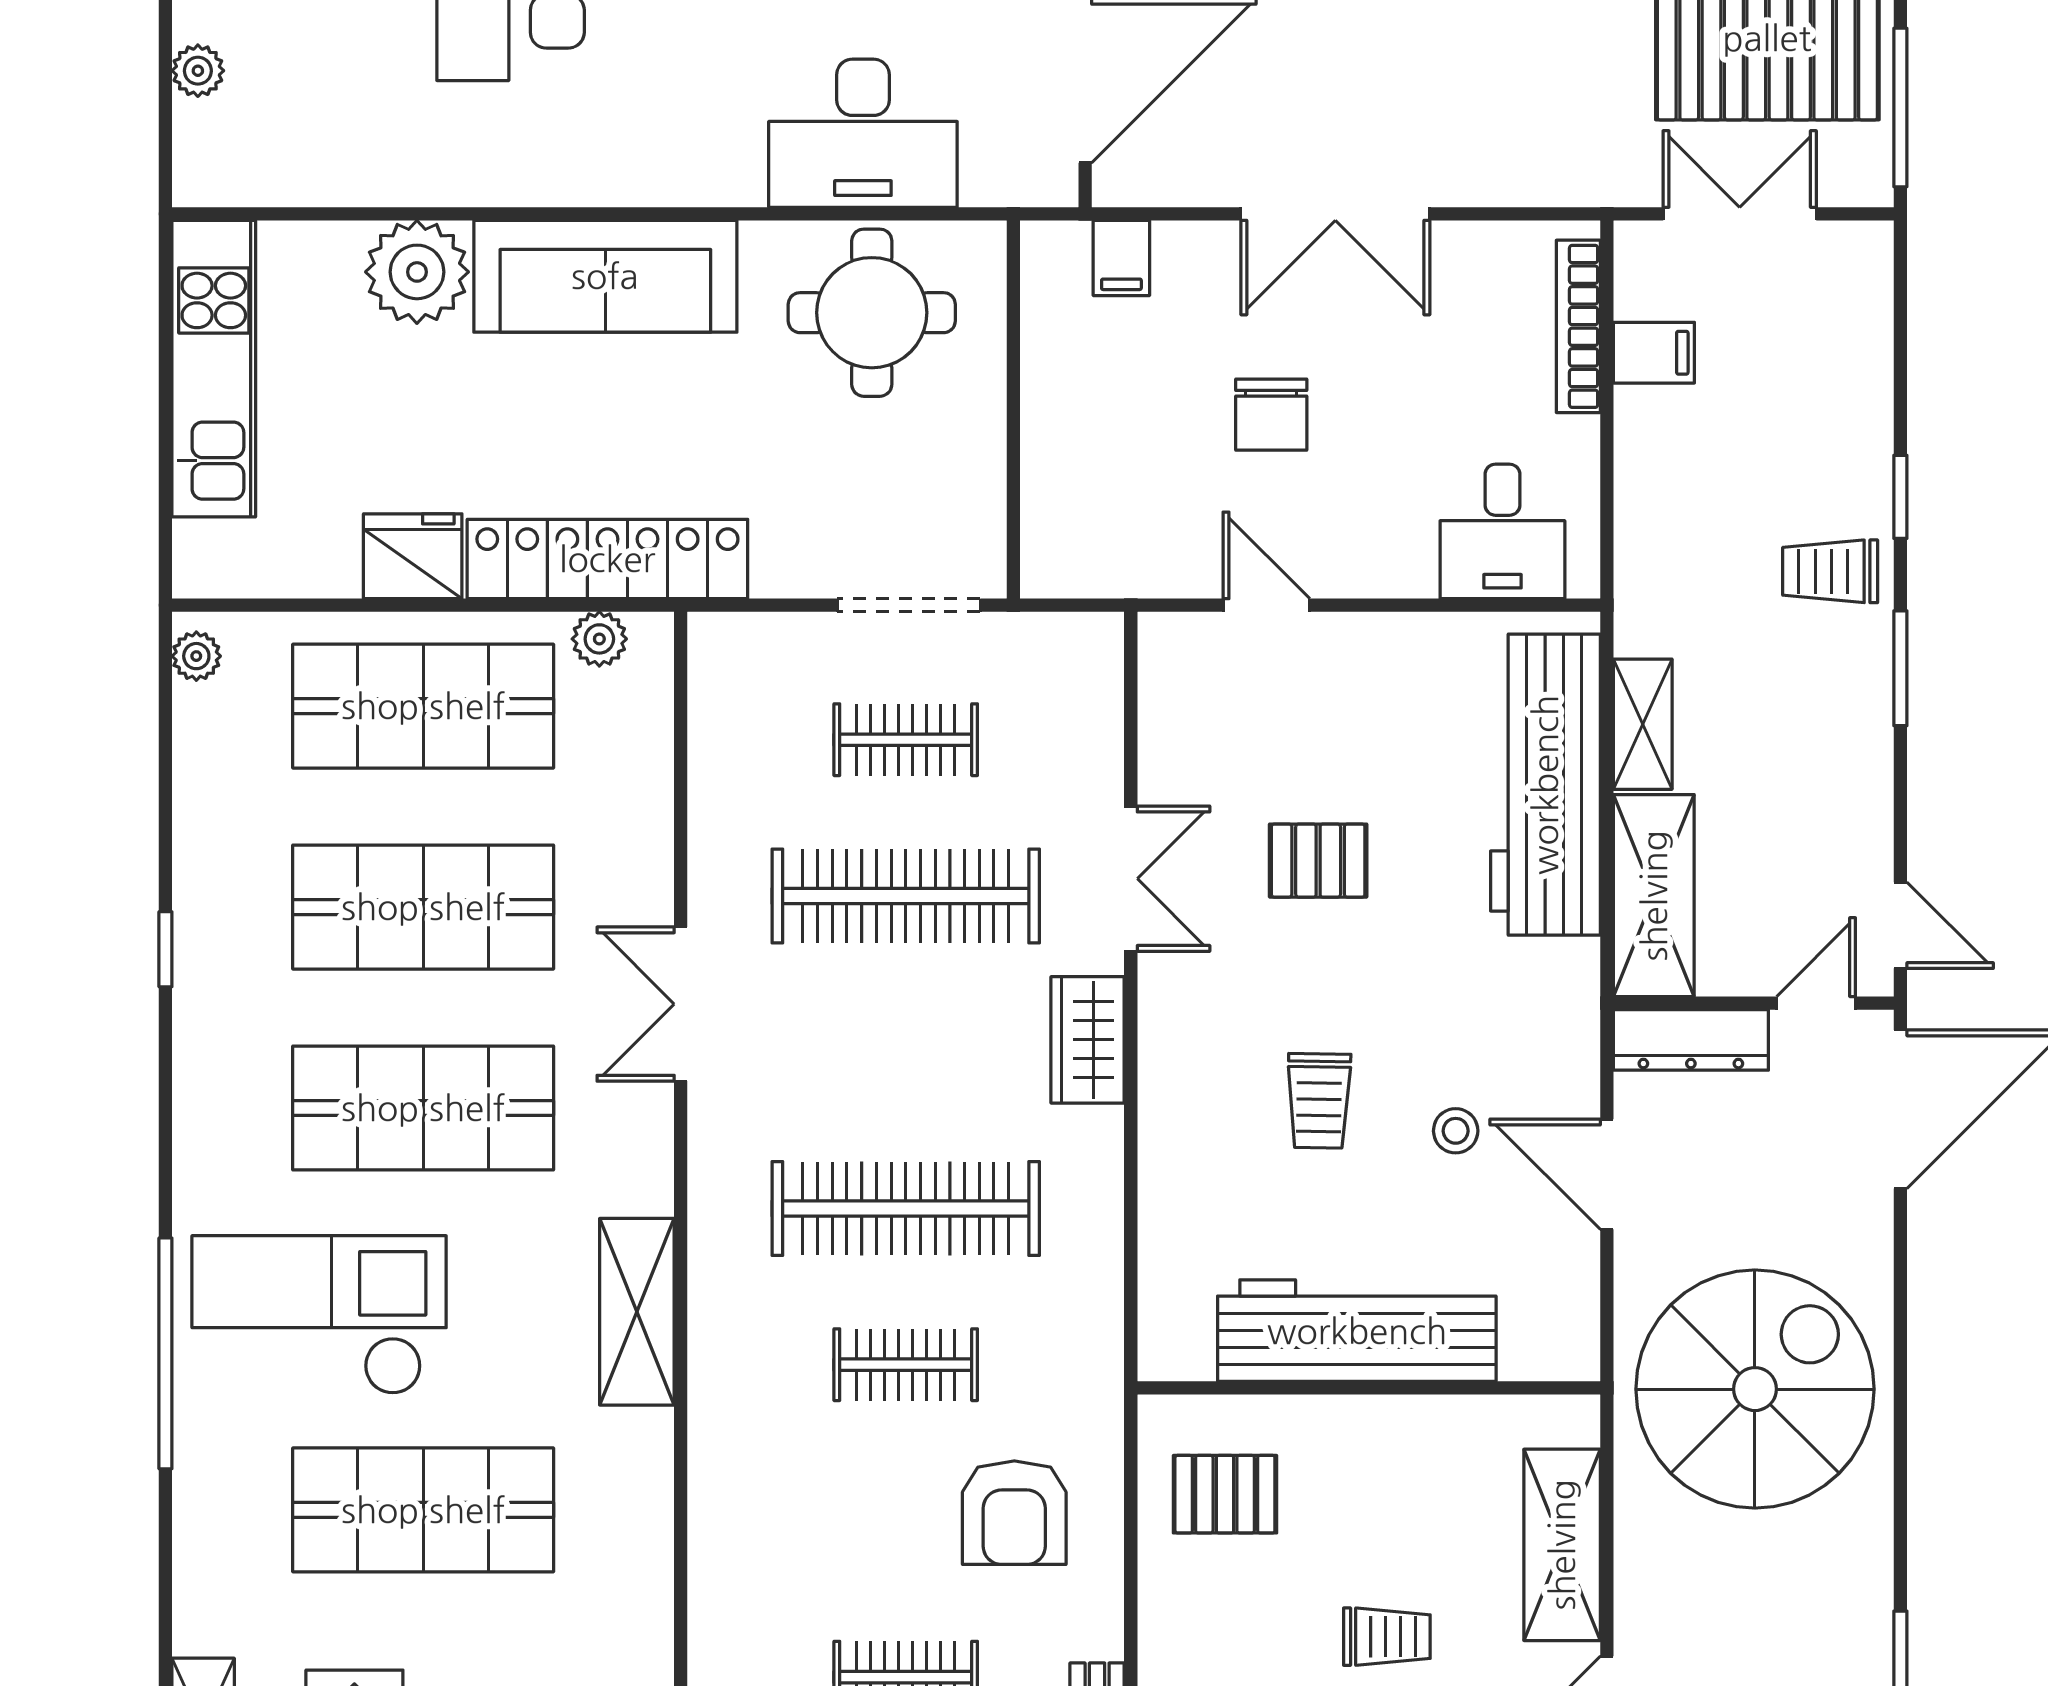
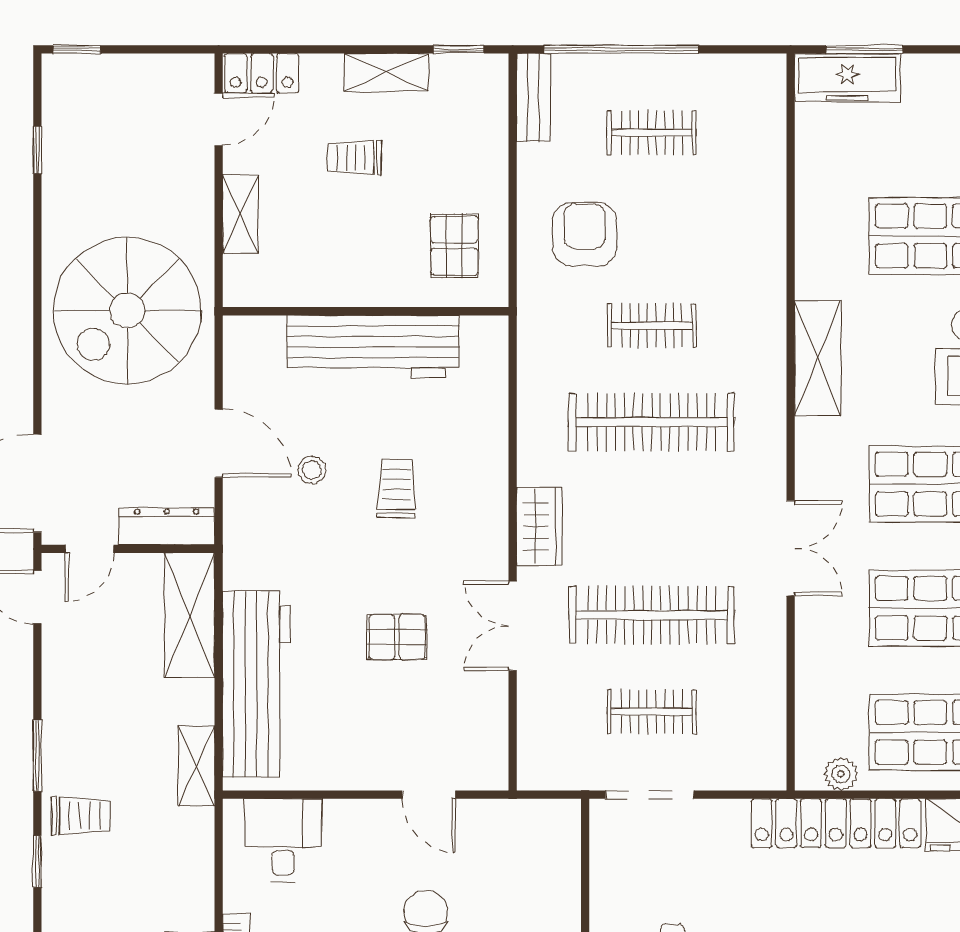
shelving: (1643, 724) -> (196, 766), moved
pallet: (1225, 1494) -> (454, 246), turned 90
shelving: (1562, 1545) -> (240, 214), width x0.67, depth x0.75

